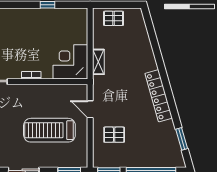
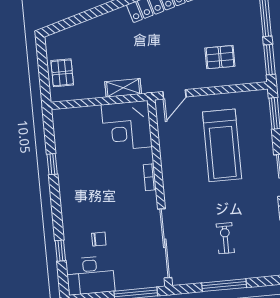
door: (90, 109) -> (174, 94), moved
pallet: (114, 135) -> (220, 57), turned 90

